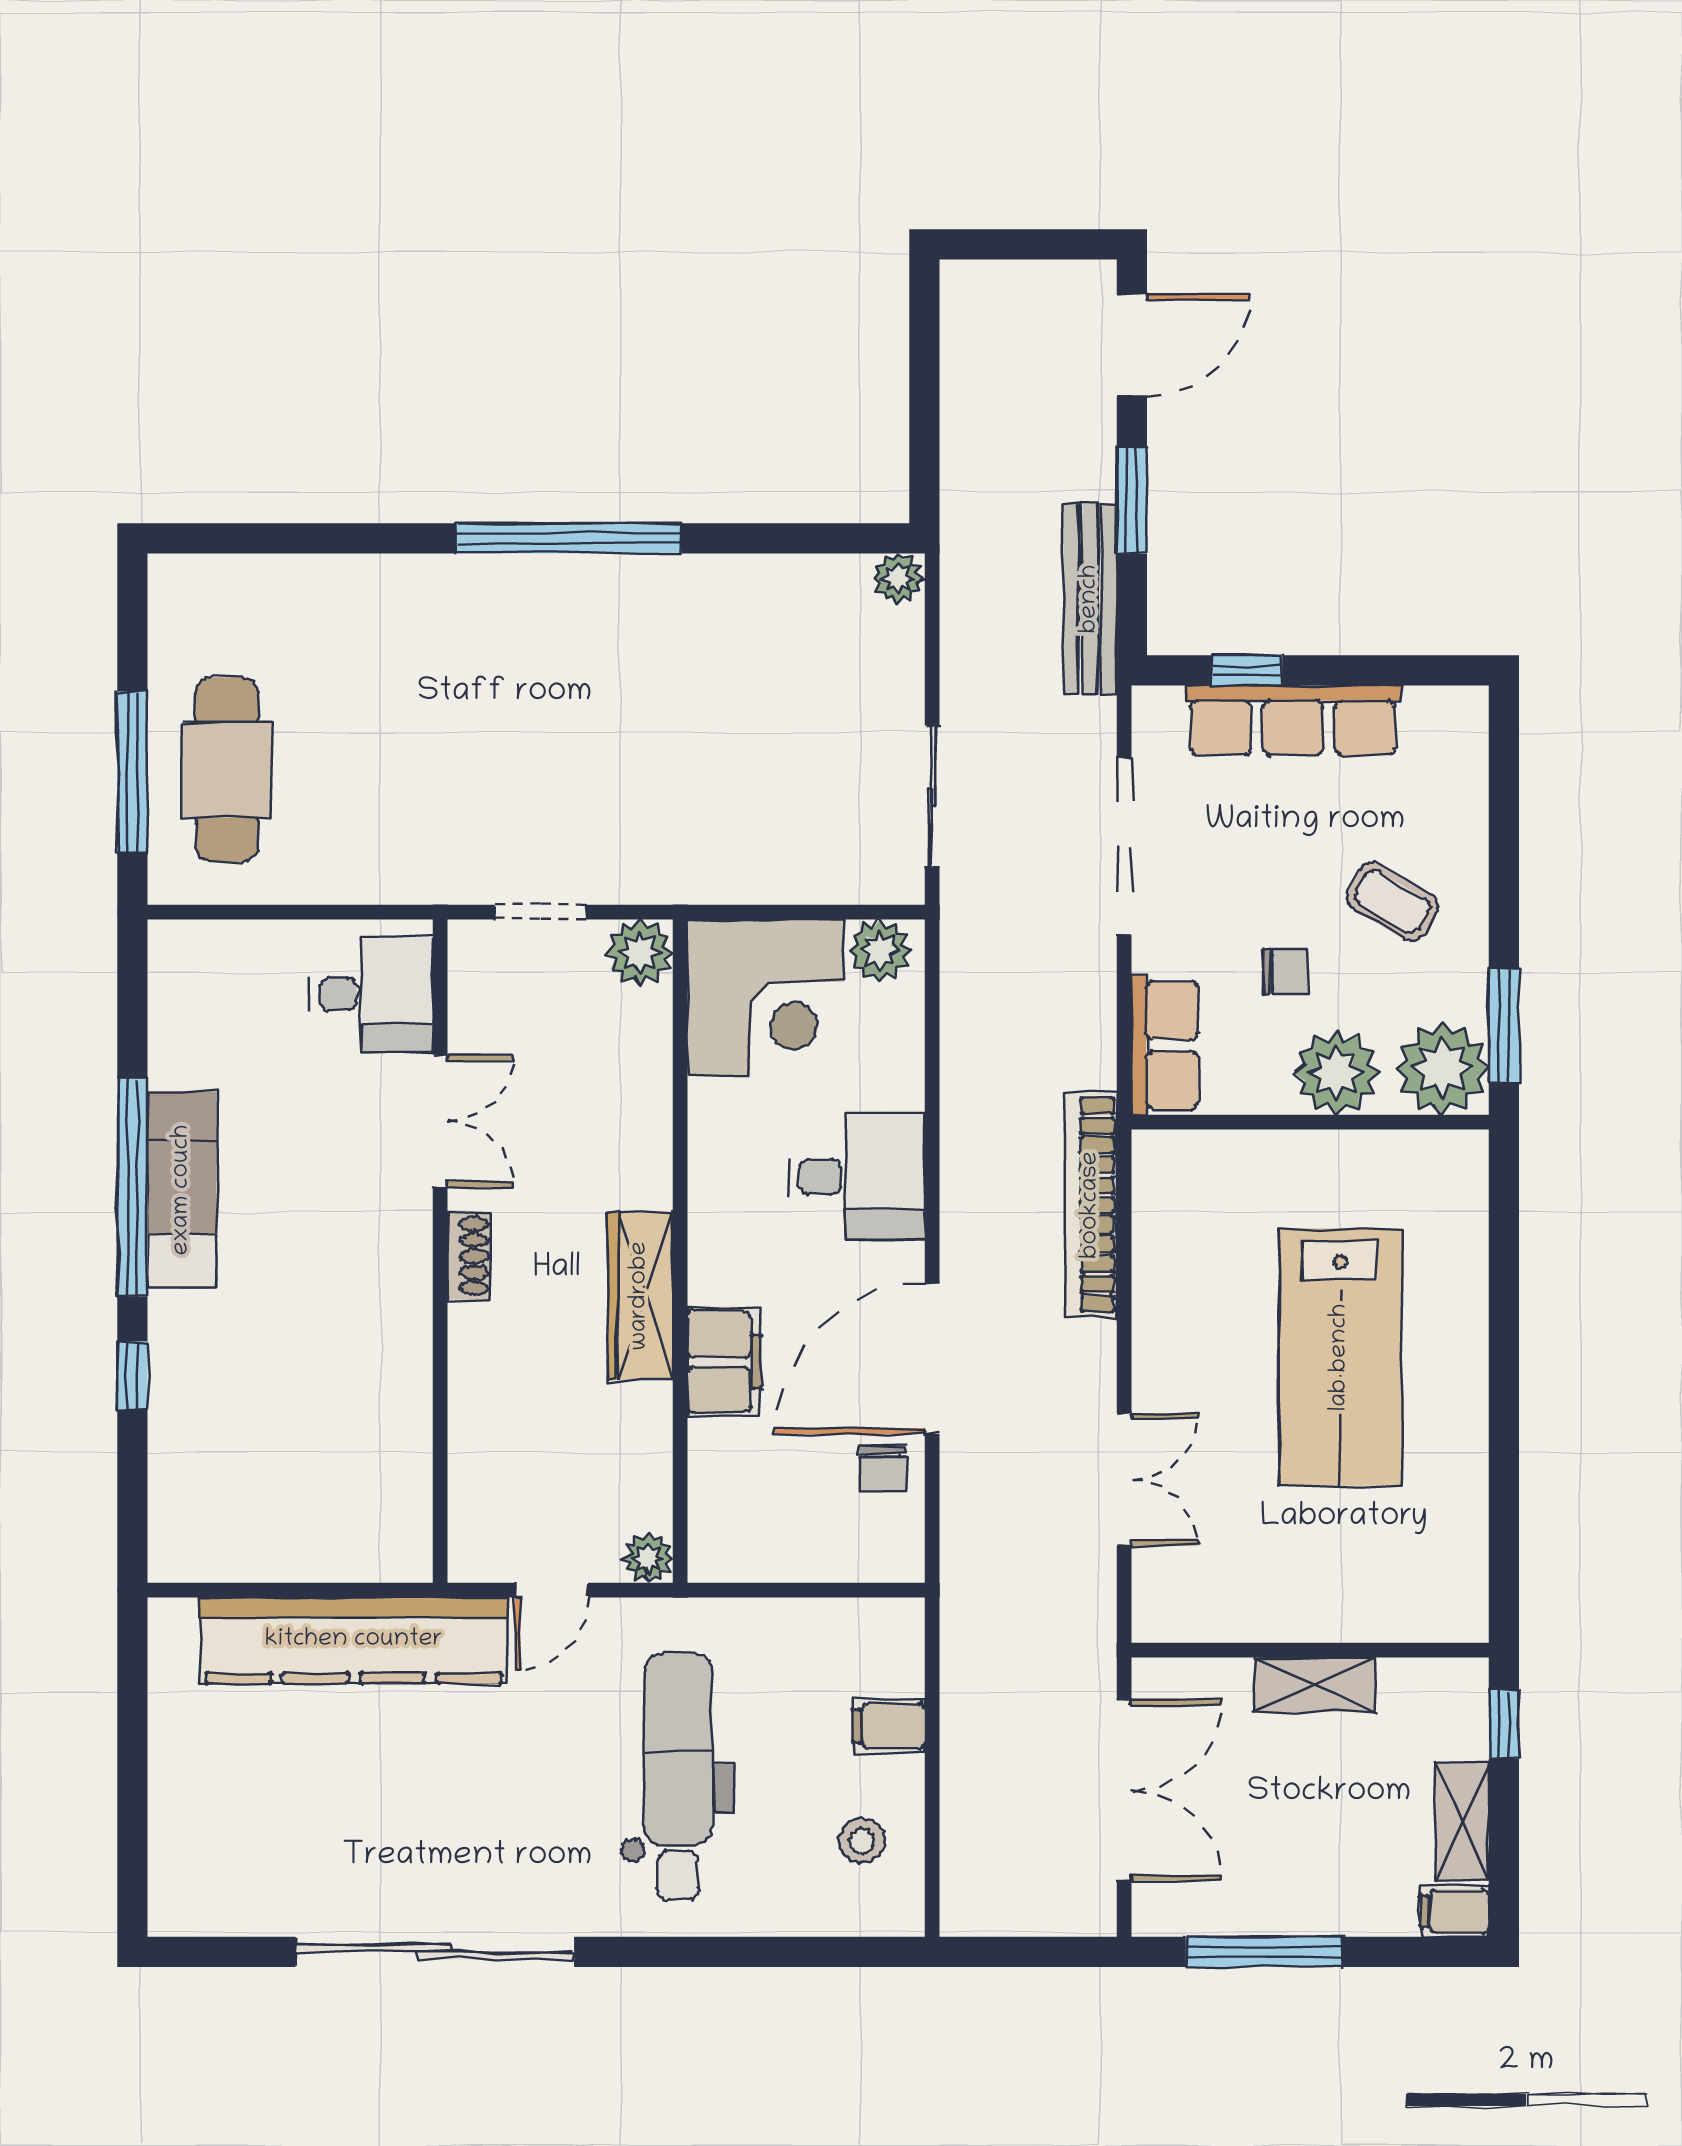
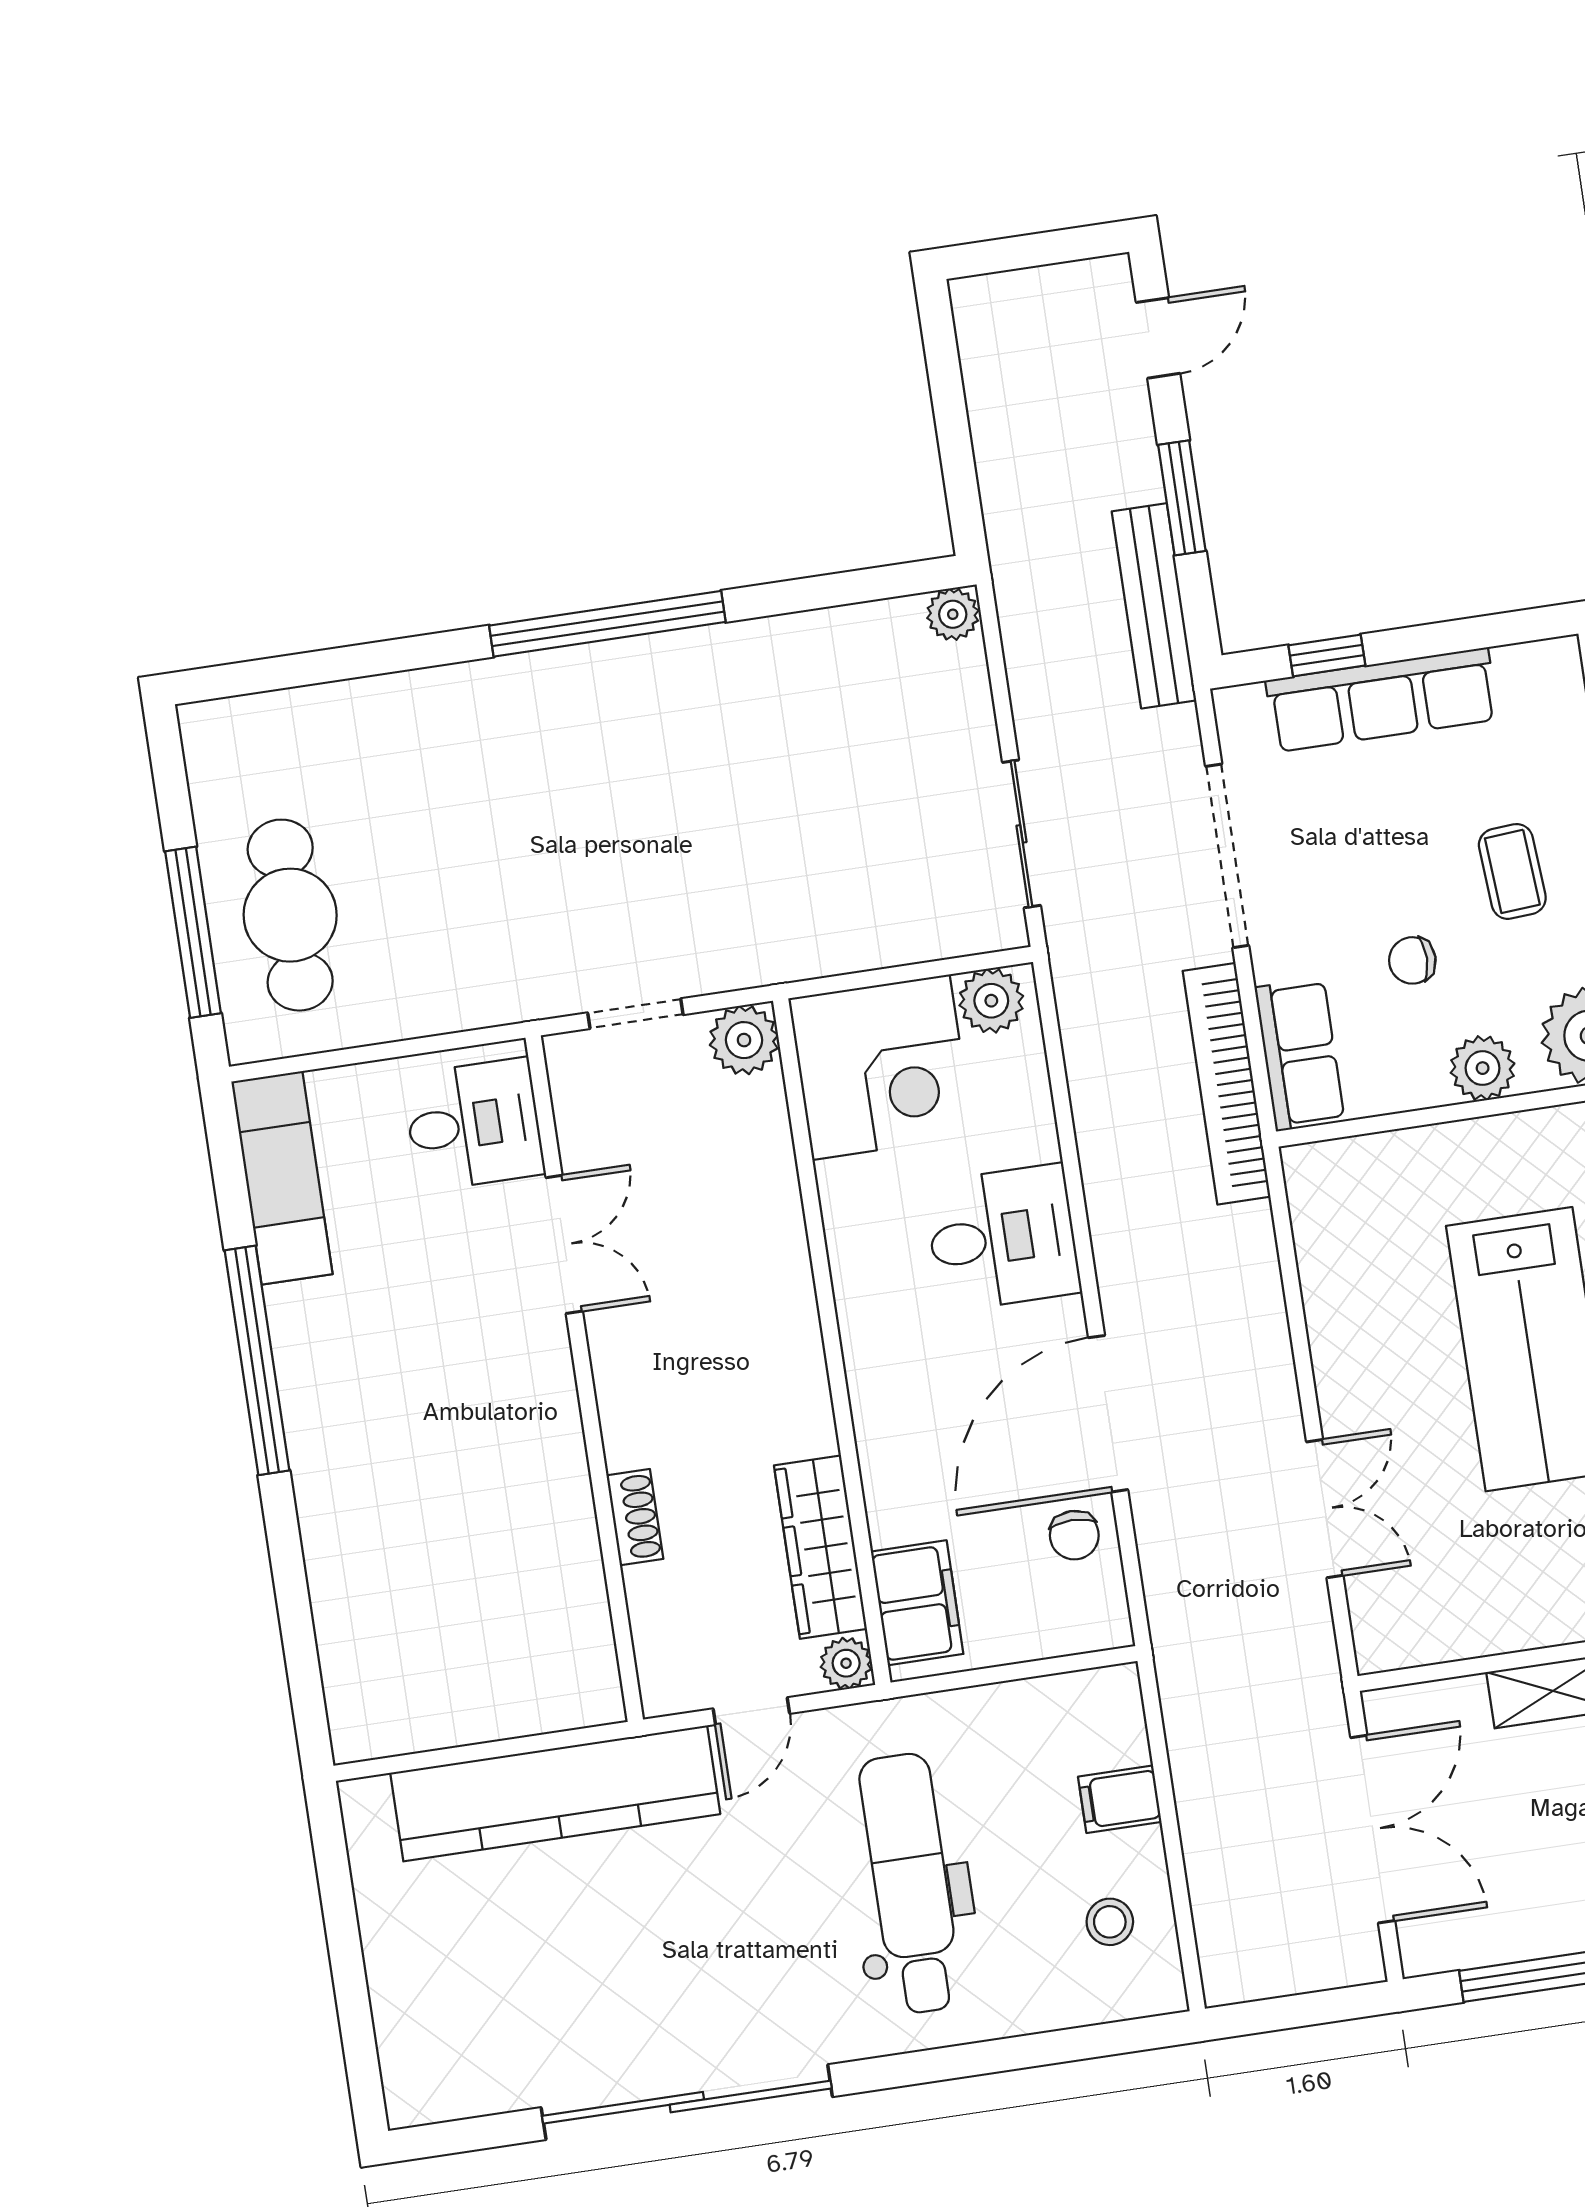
door: (1132, 345) -> (1158, 338), width x0.73
coffee table: (1392, 902) -> (1512, 871), turned 55
chair: (1285, 972) -> (1412, 960), turned 180
plant: (1336, 1073) -> (1483, 1068), width x0.73, depth x0.73
exam couch: (182, 1190) -> (282, 1178), moved
bookcase: (1091, 1205) -> (1227, 1084), moved
shoe rack: (469, 1256) -> (635, 1517), moved
wardrobe: (640, 1296) -> (821, 1547), moved
filing cabinet: (724, 1362) -> (917, 1603), moved
window: (132, 1376) -> (286, 1555), removed

